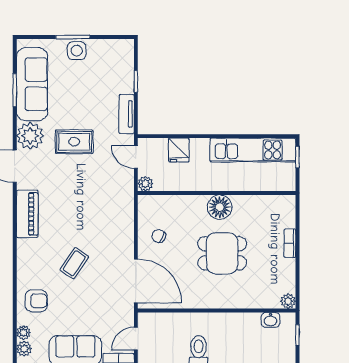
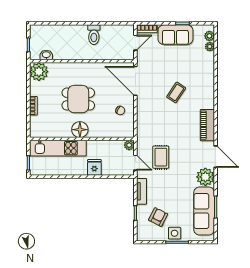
rug: (74, 142) -> (161, 157), moved, turned 90
fridge: (179, 150) -> (94, 167), moved
kitchen unit: (253, 150) -> (58, 148), moved, turned 180
armchair: (36, 301) -> (158, 217), moved, turned 117
plant: (288, 301) -> (39, 72), width x1.87, depth x1.87

